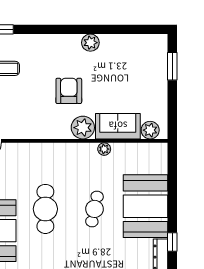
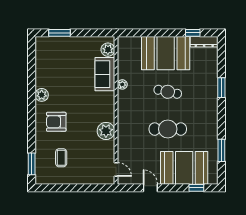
armchair: (69, 91) -> (56, 122), moved
plant: (83, 128) -> (106, 131), moved

